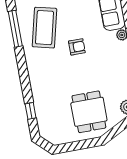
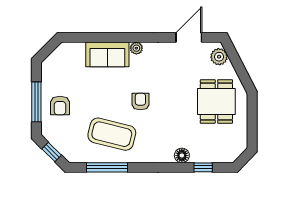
floor lamp: (37, 91) -> (182, 155), added
dining table: (89, 112) -> (216, 101), turned 90

